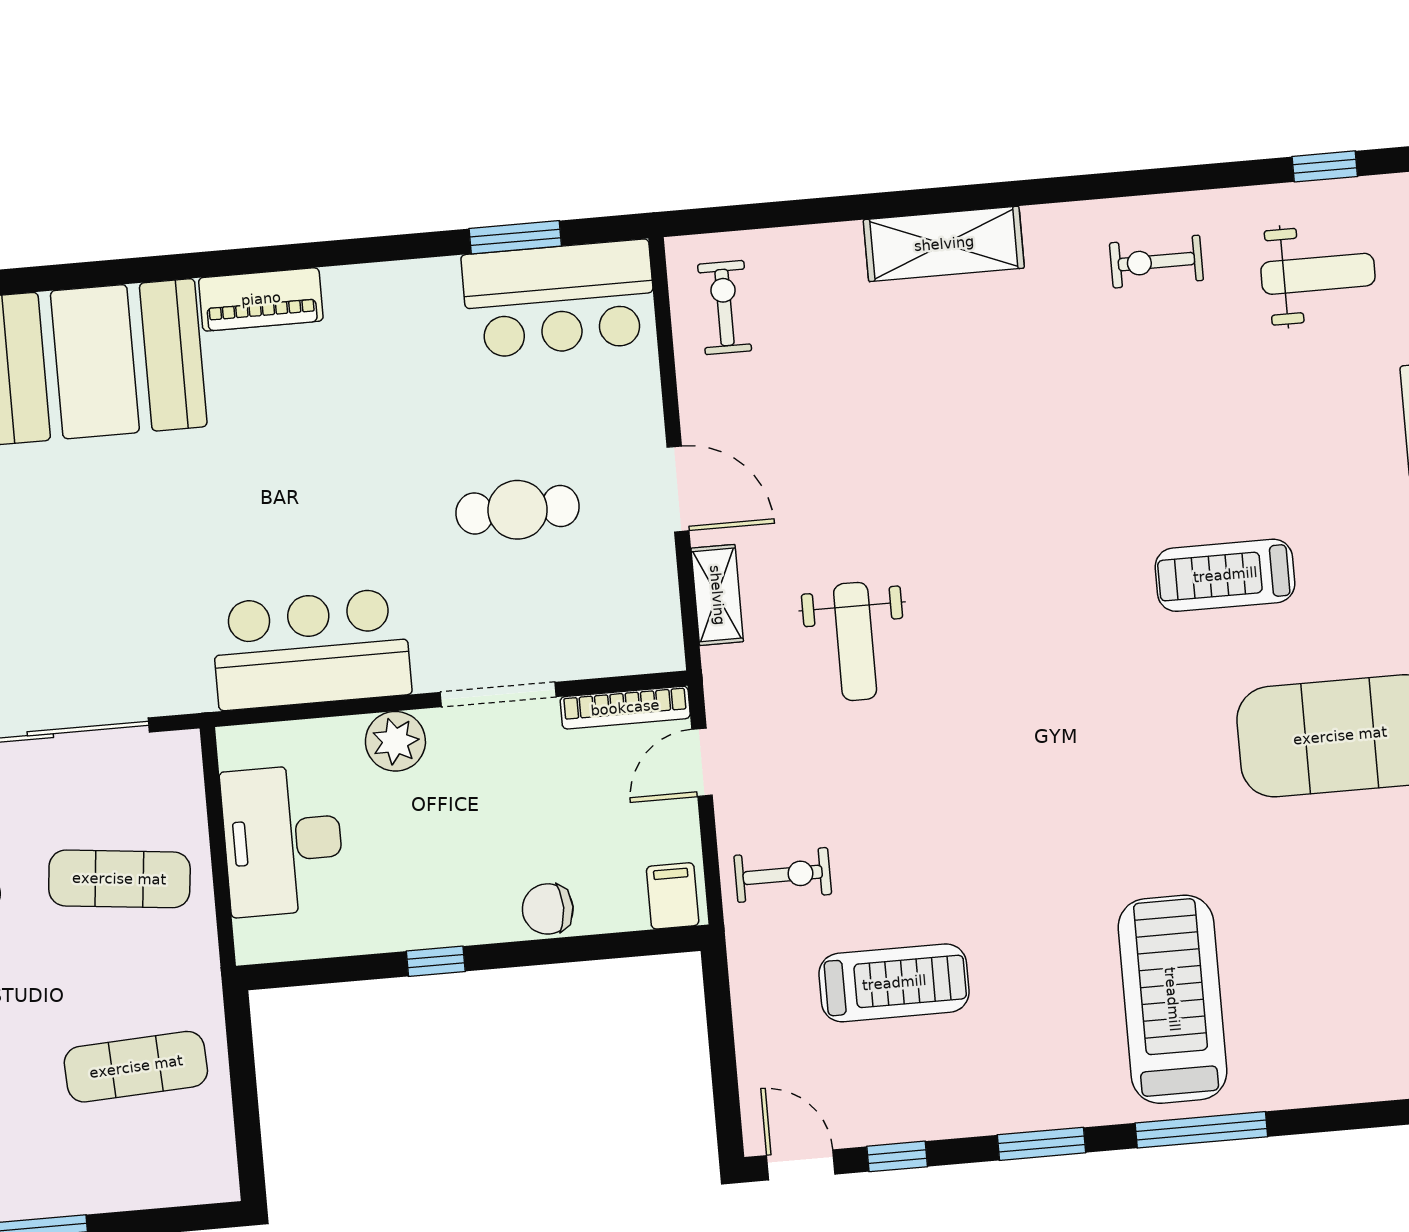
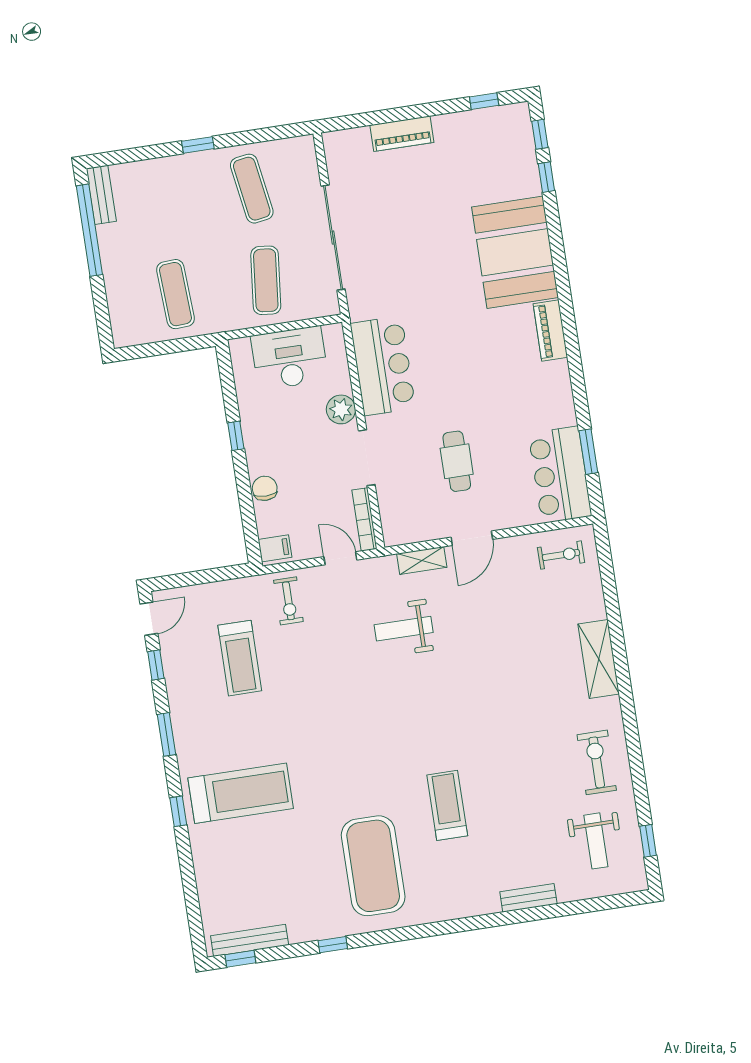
exercise bike: (1156, 262) -> (597, 762), width x1.38, depth x1.39
window: (1201, 1130) -> (178, 811), width x0.46

